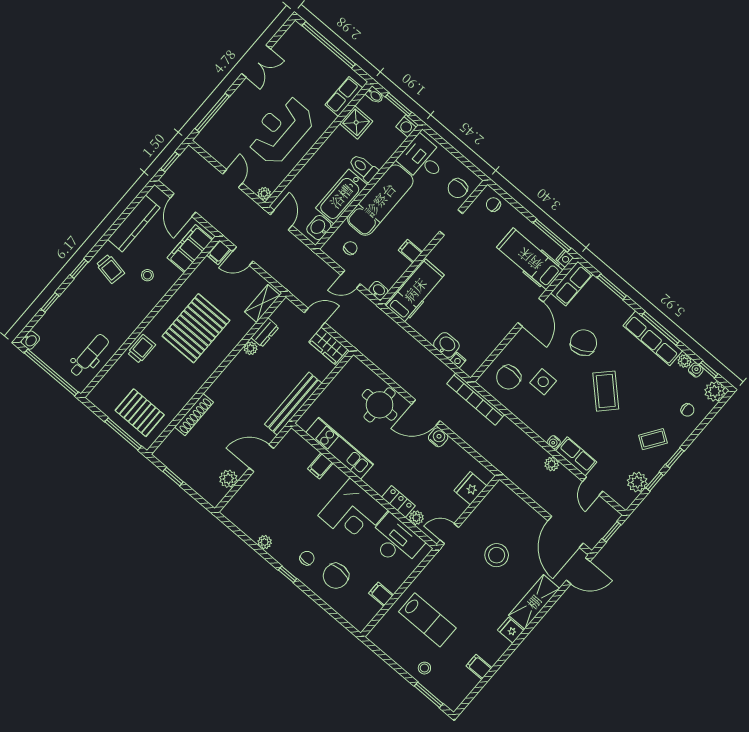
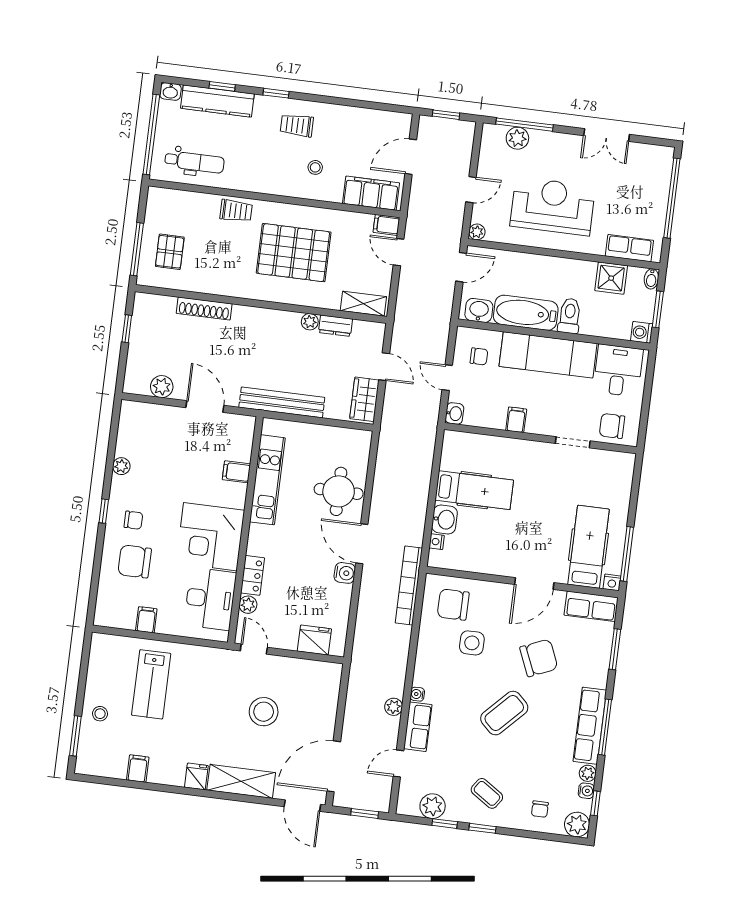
plant: (218, 124) -> (517, 138), added
chair: (493, 205) -> (619, 473), removed
kitchen counter: (134, 224) -> (217, 101), moved
trolley: (110, 269) -> (297, 125), turned 80
hospital bed: (415, 290) -> (474, 490), moved
pallet: (140, 413) -> (170, 252), width x0.67, depth x0.71

